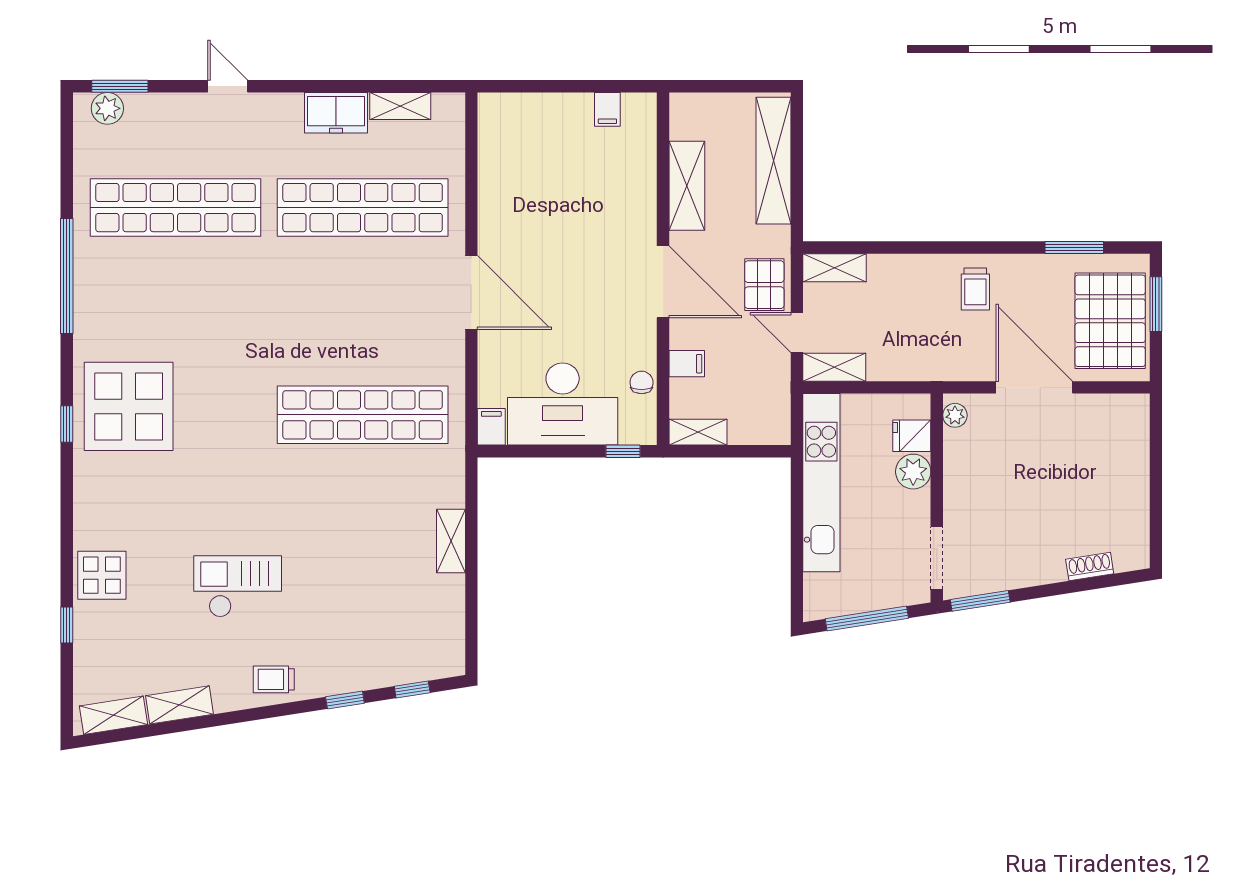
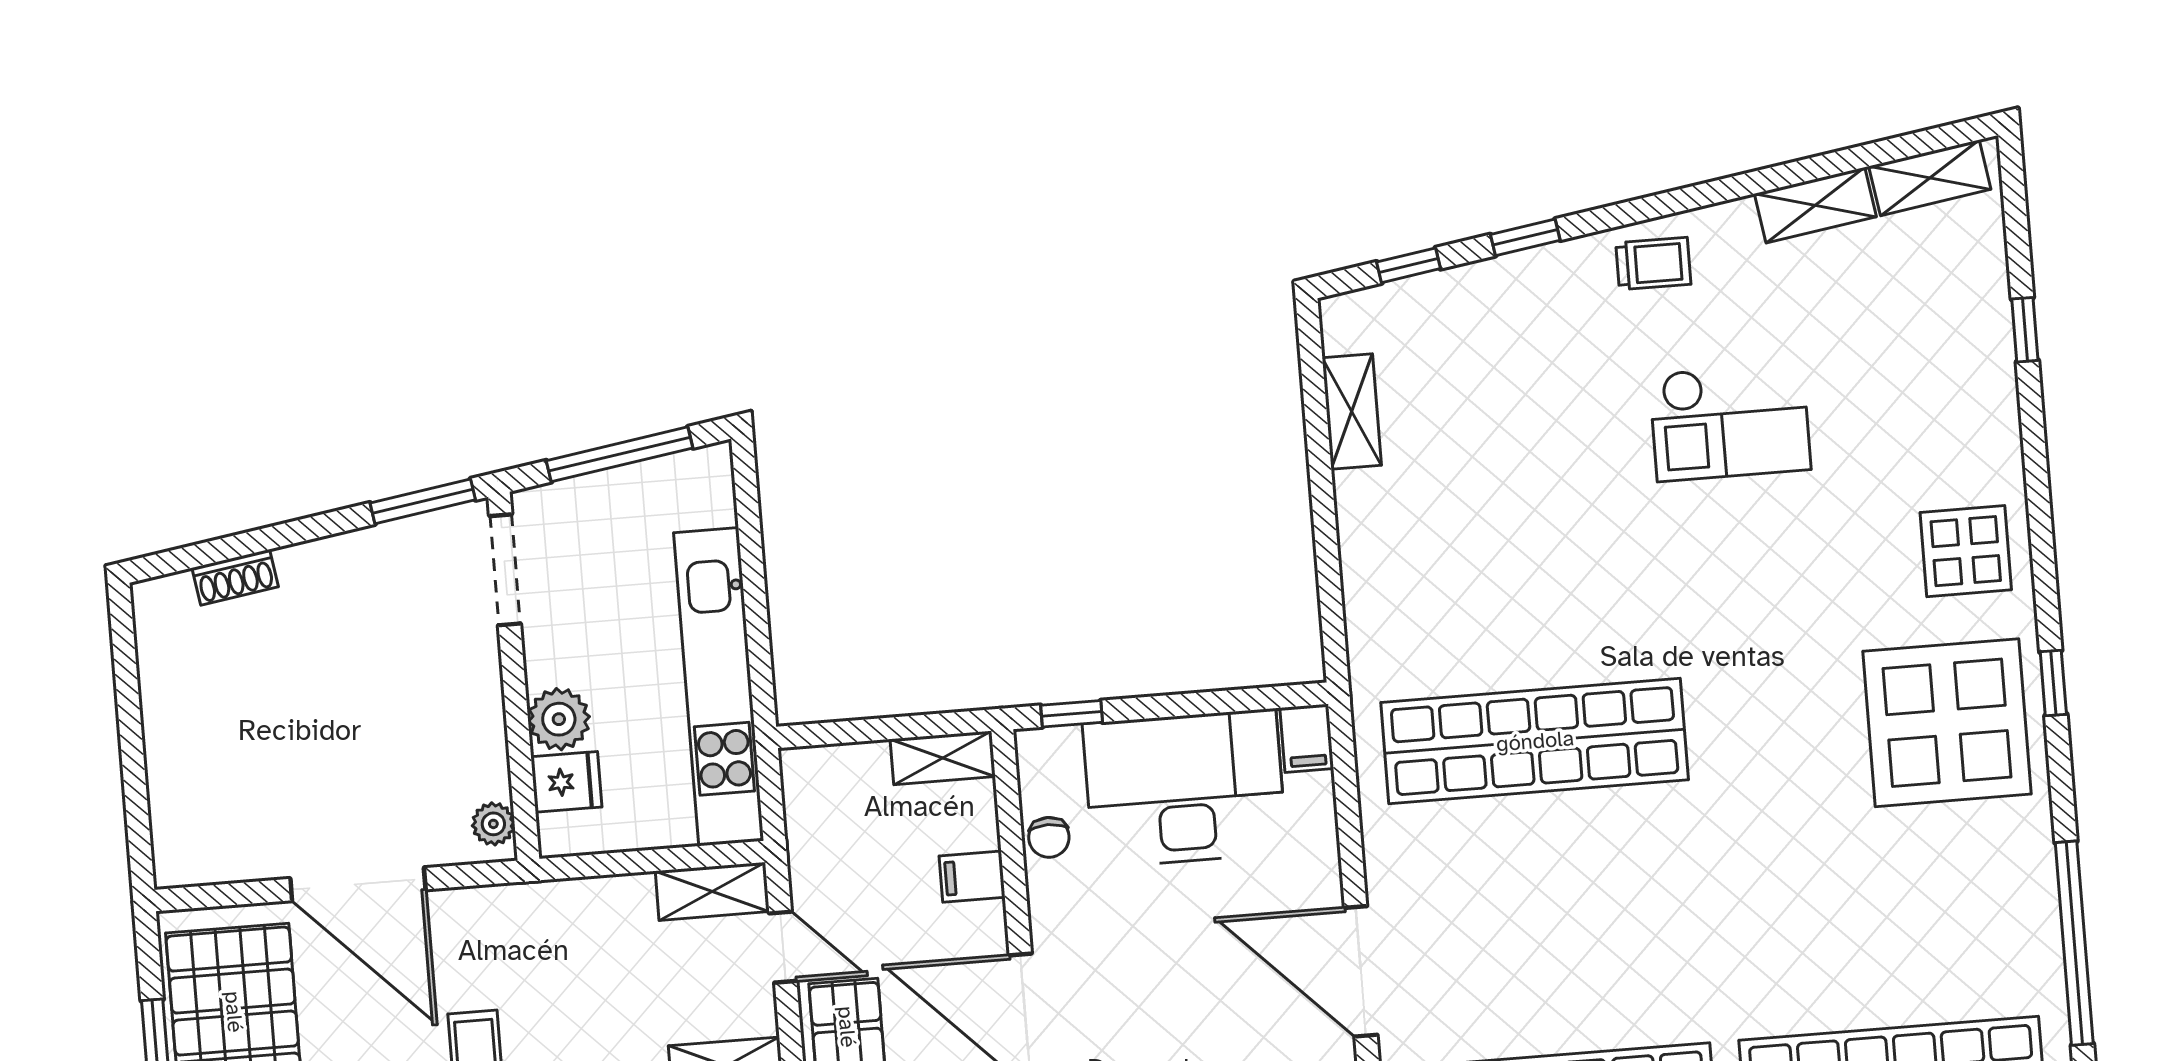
shelving: (451, 541) -> (1352, 412), moved
display table: (102, 575) -> (1966, 551), moved

